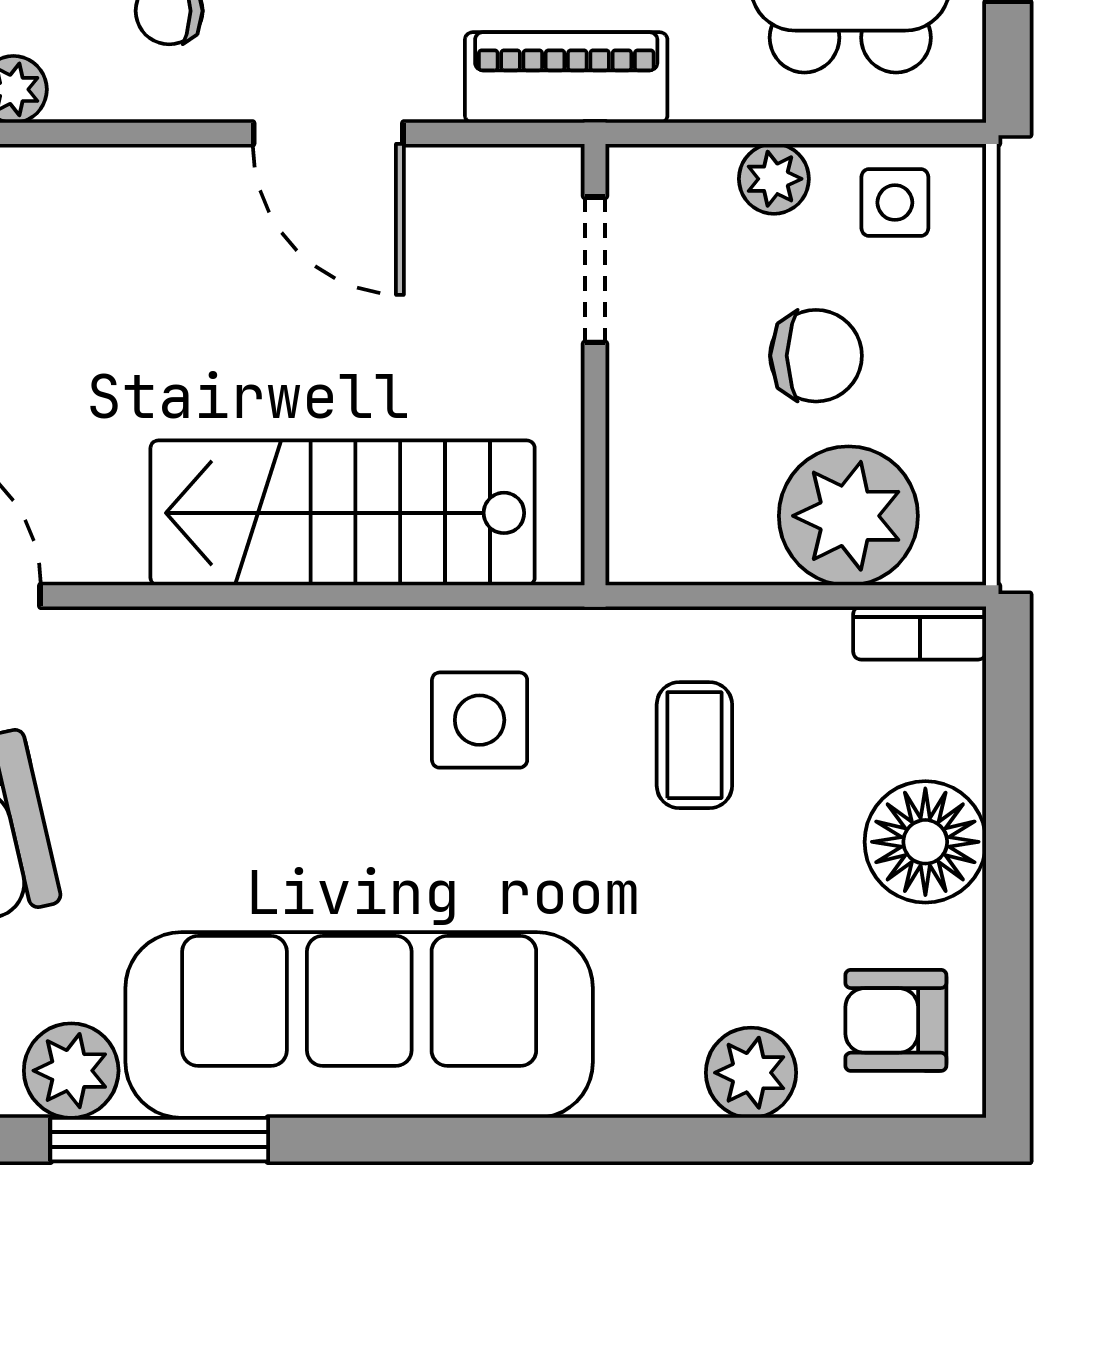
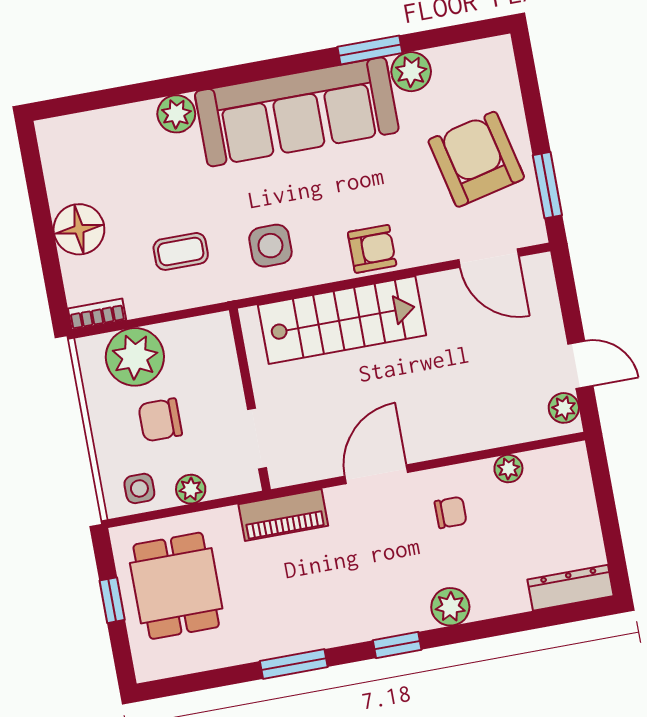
door: (328, 133) -> (376, 474), hinge flipped
coffee table: (694, 745) -> (181, 251), turned 90
armchair: (896, 1020) -> (372, 249), moved
plant: (751, 1073) -> (176, 114), moved
window: (159, 1140) -> (370, 50), width x0.69

